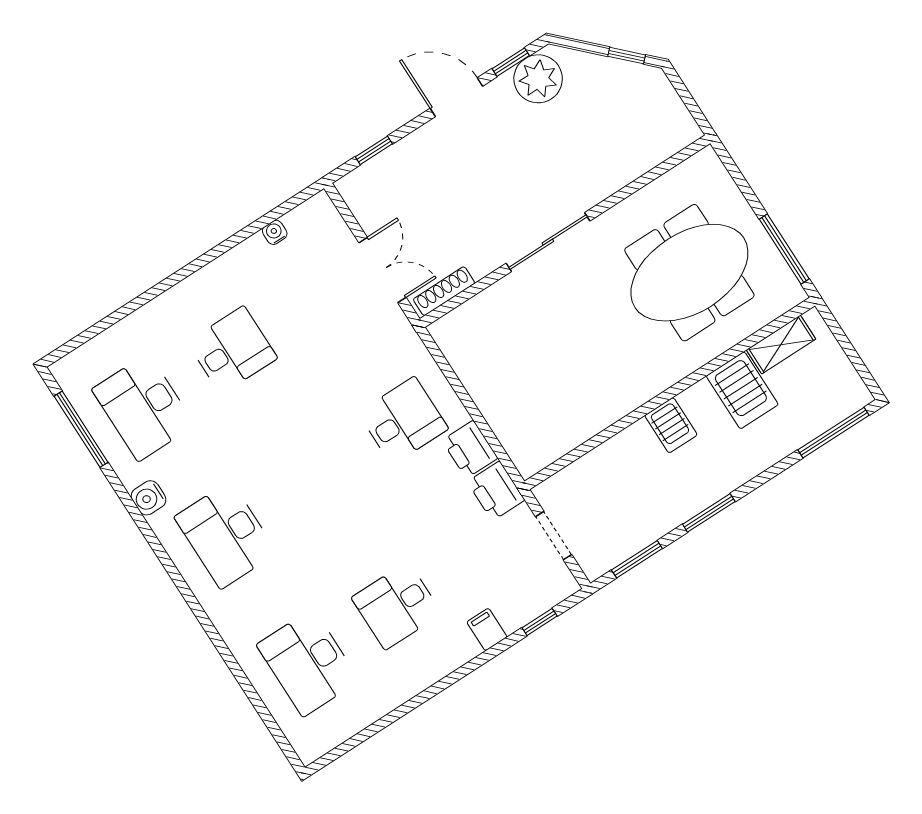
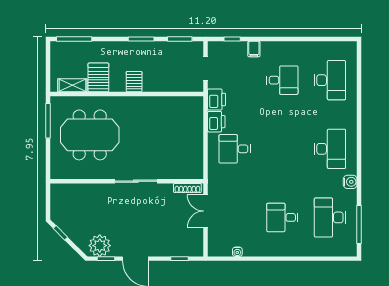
desk: (143, 407) -> (330, 217), turned 180

